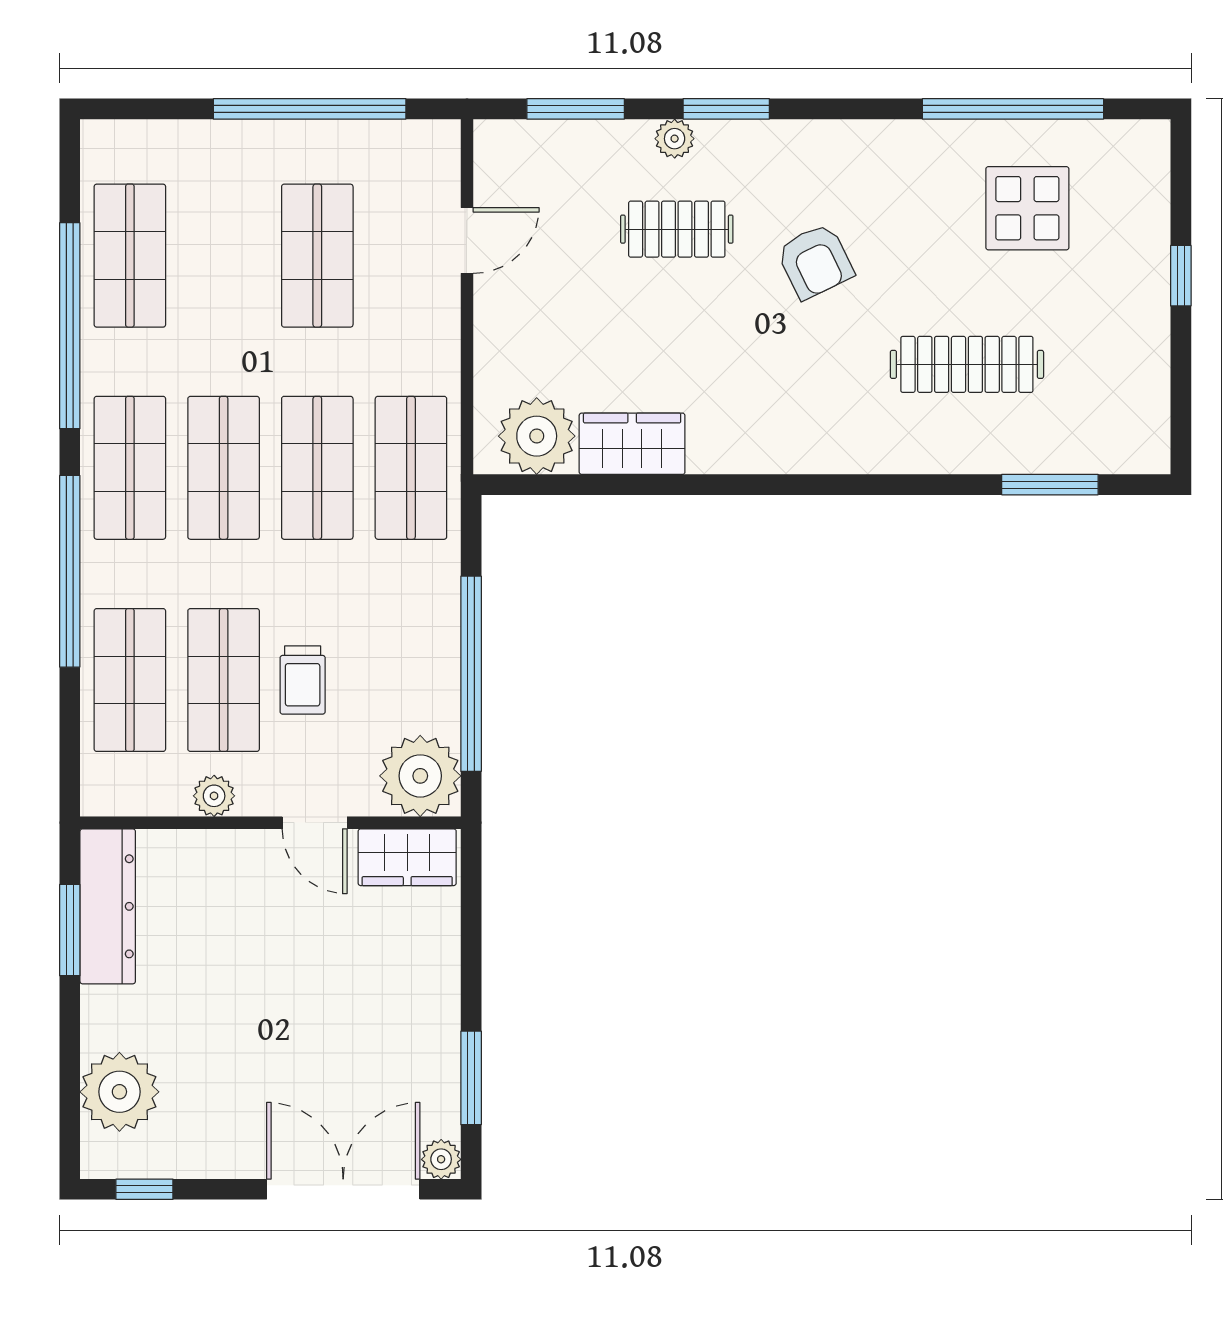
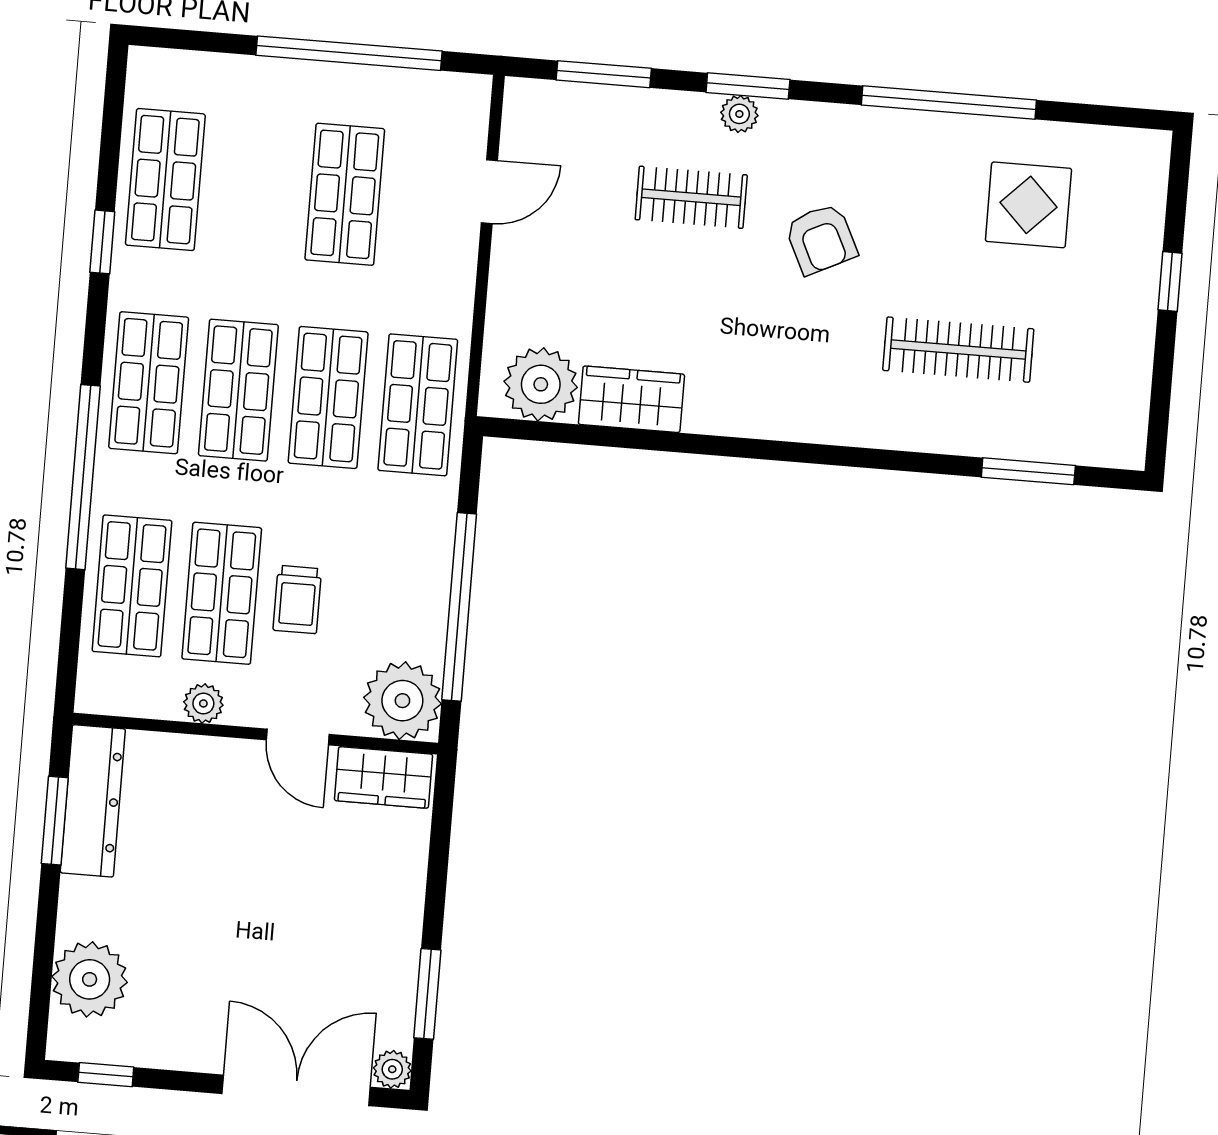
window: (1013, 109) -> (949, 103), moved
plant: (675, 139) -> (739, 114), moved
window: (70, 326) -> (102, 242), width x0.32

